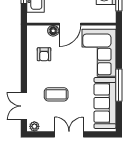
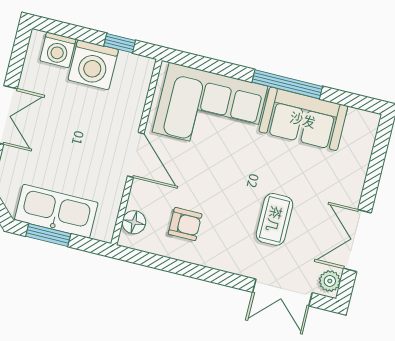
floor lamp: (53, 31) -> (134, 222), moved
sofa: (105, 103) -> (303, 119), width x0.73
double door: (69, 134) -> (357, 241), moved

